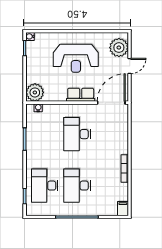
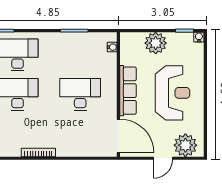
reception desk: (76, 58) -> (172, 93), turned 180
door: (130, 66) -> (163, 158), hinge flipped
plant: (35, 92) -> (156, 43), moved
row of seats: (81, 95) -> (128, 91), width x1.48

